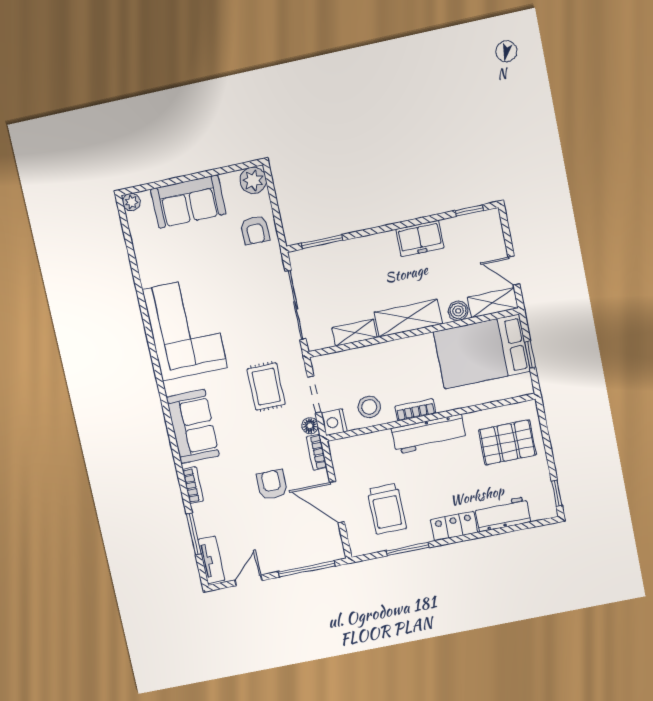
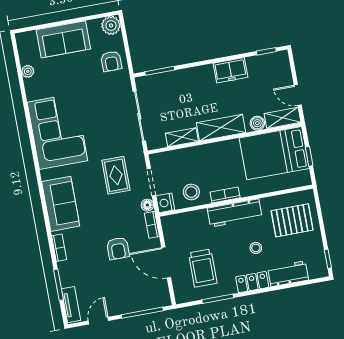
plant: (131, 202) -> (28, 71), moved
stool: (458, 480) -> (256, 248), added
armchair: (272, 485) -> (118, 248), turned 180

